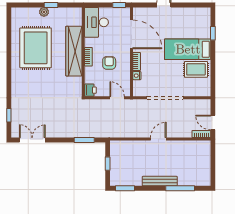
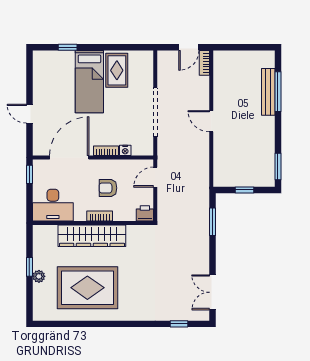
bench: (160, 181) -> (268, 92), moved

